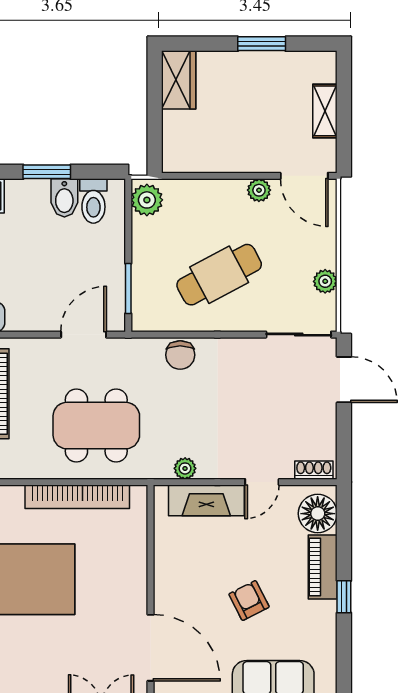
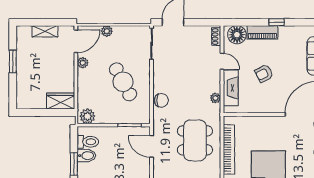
wardrobe: (179, 80) -> (61, 101), moved
plant: (325, 281) -> (107, 31), moved
armchair: (249, 600) -> (264, 73), moved

